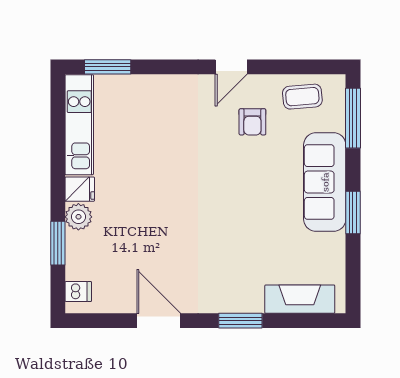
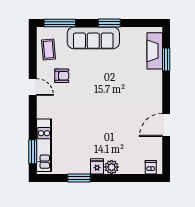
kitchen unit: (79, 125) -> (44, 145), moved, turned 90
window: (58, 243) -> (79, 178), moved
window: (240, 321) -> (166, 60), moved

